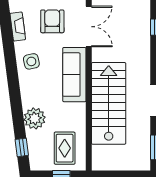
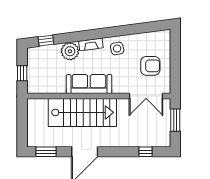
fireplace: (18, 26) -> (91, 44), moved
sofa: (74, 75) -> (89, 84), moved
rug: (65, 148) -> (45, 76), removed

